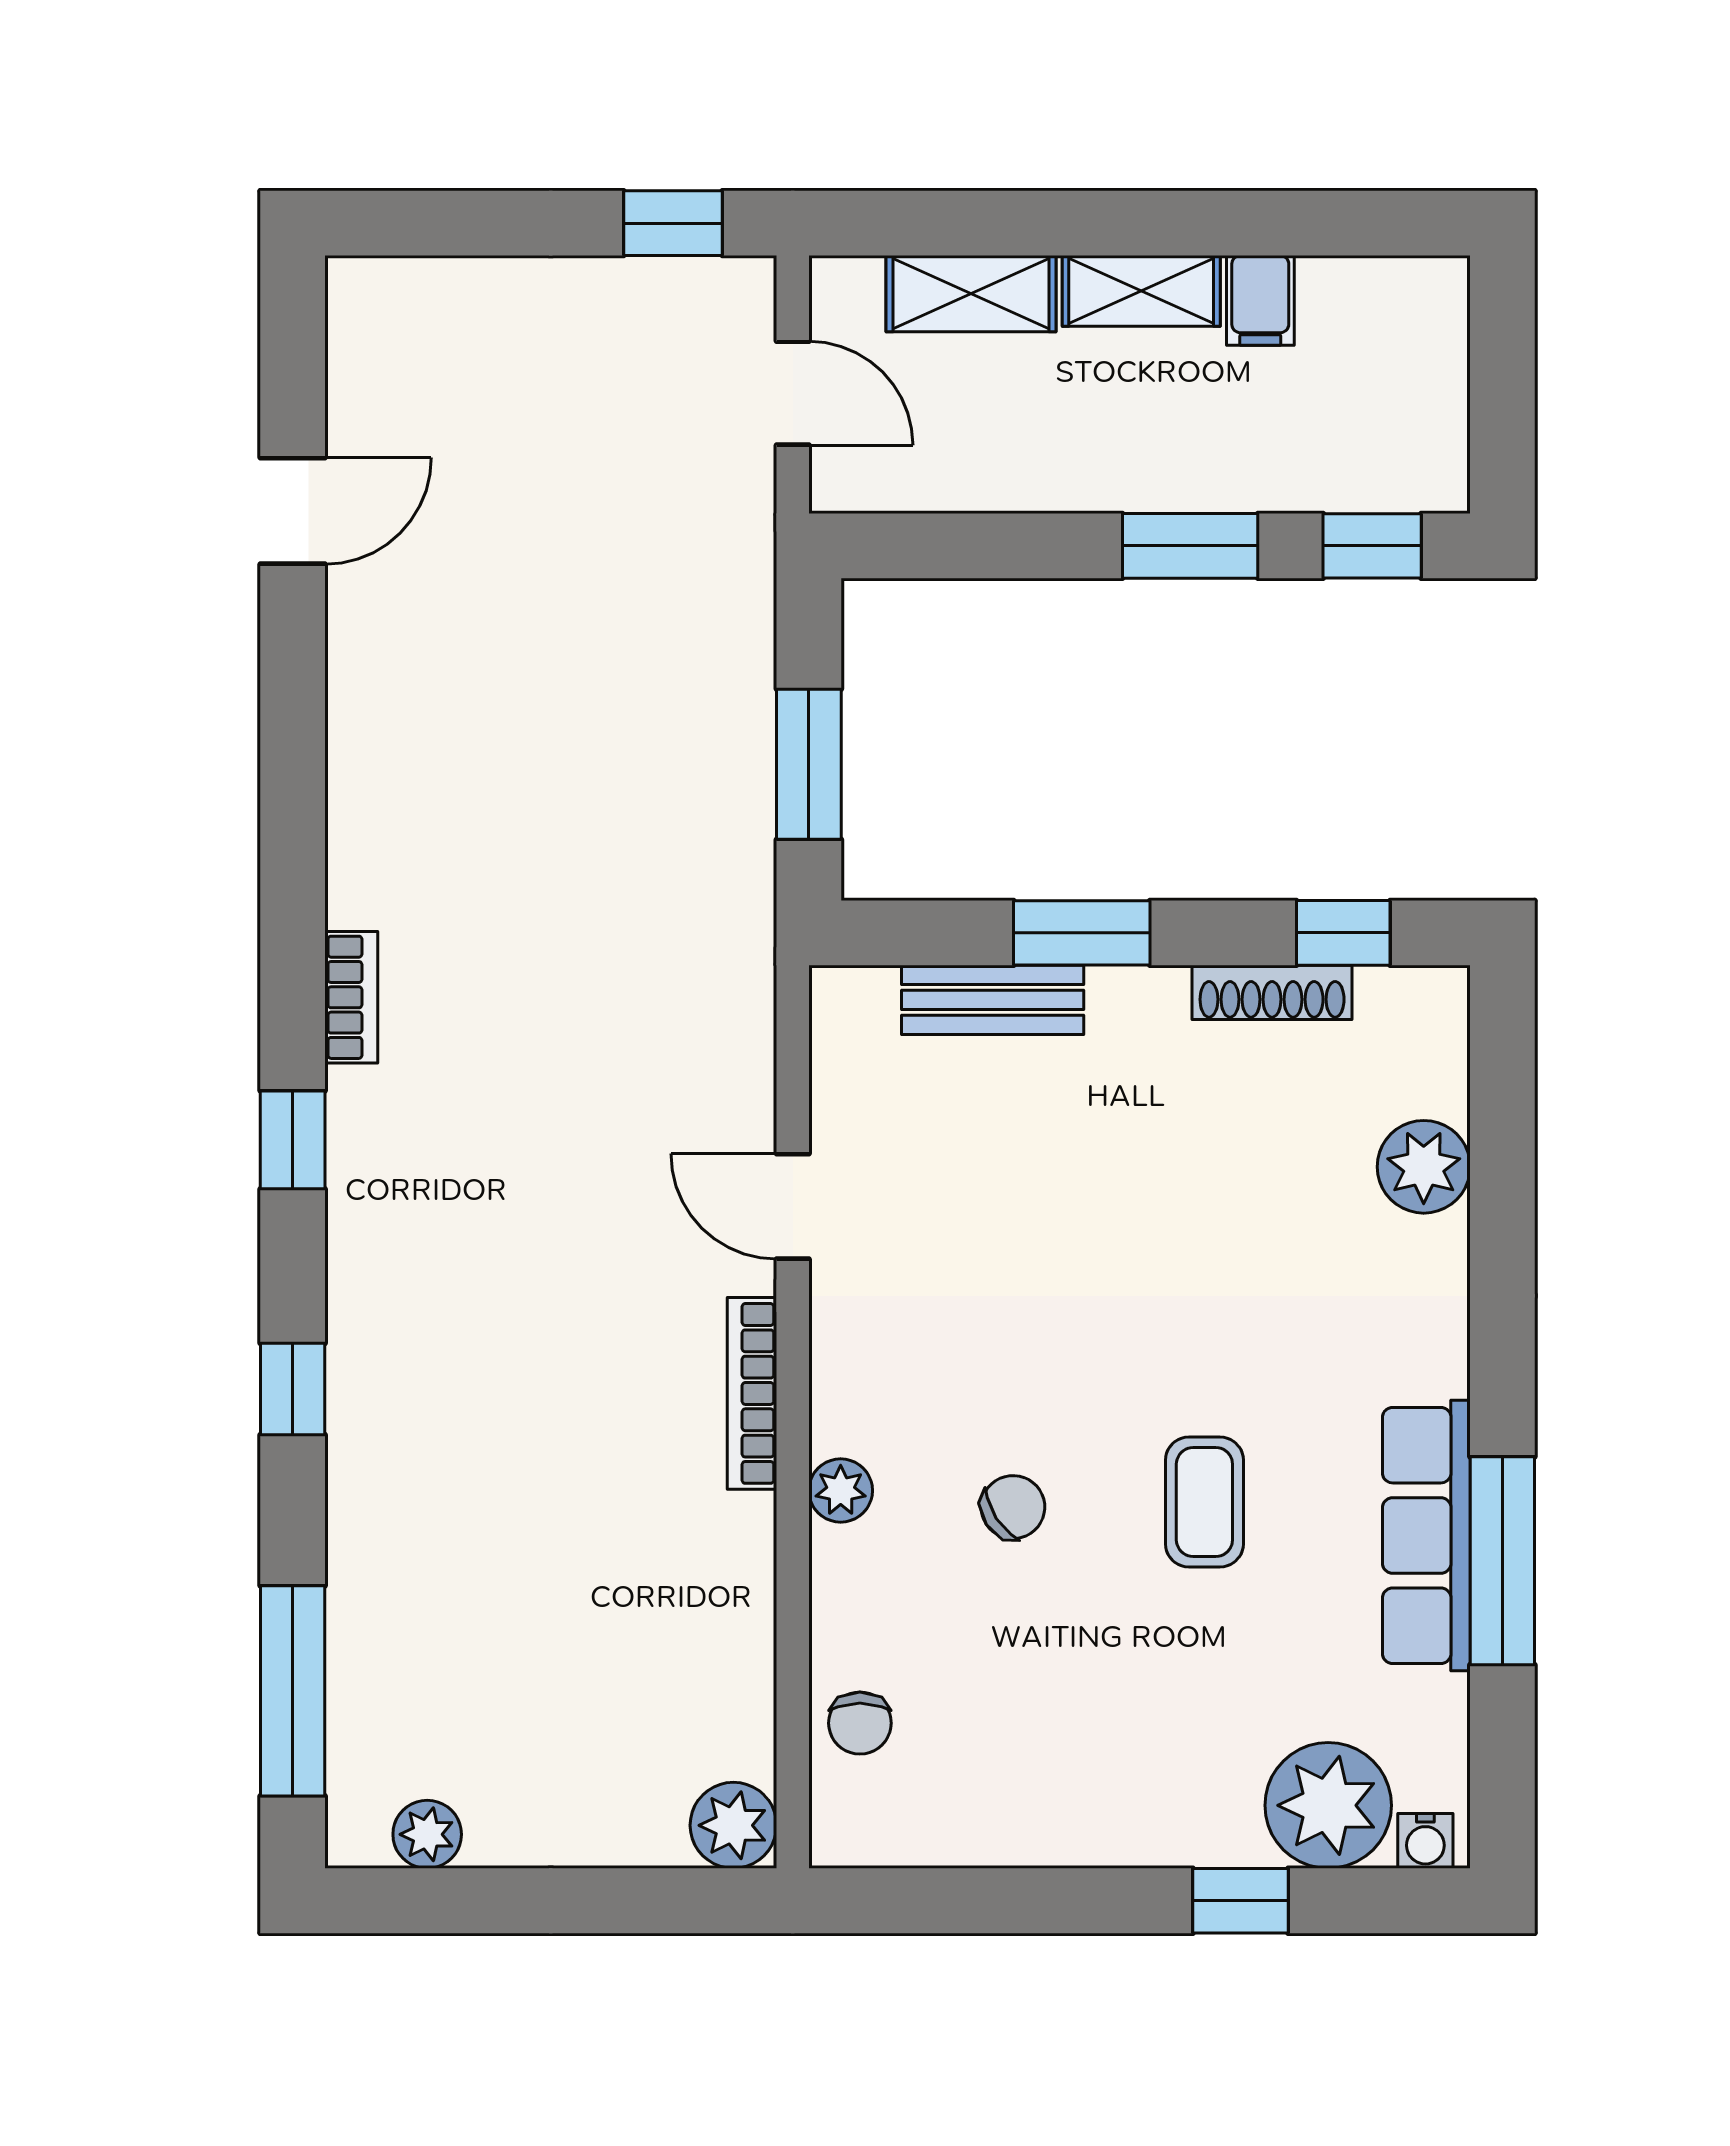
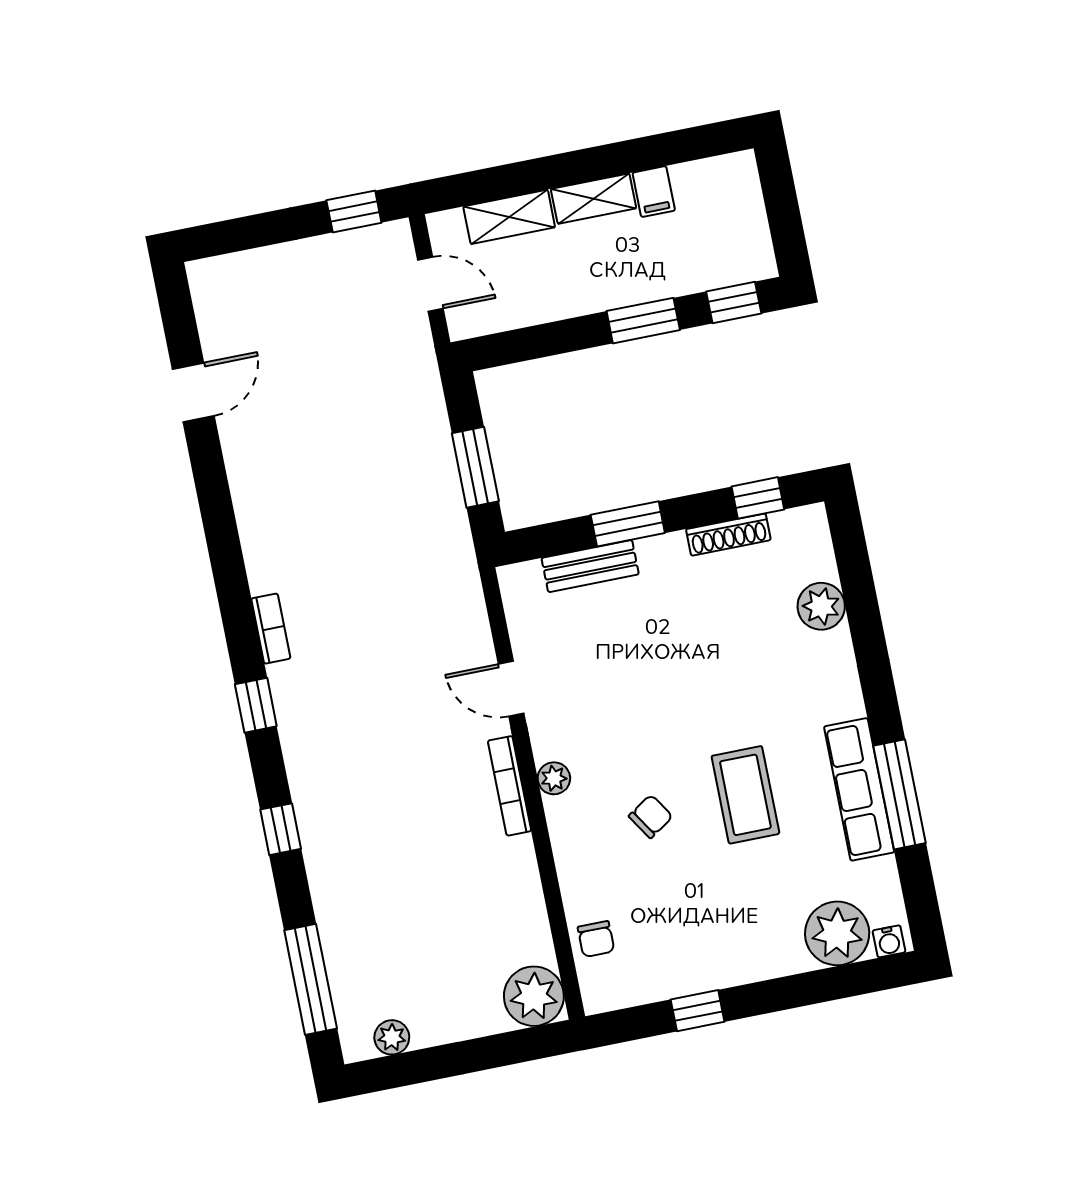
plant: (841, 1491) -> (554, 778), moved
coffee table: (1204, 1502) -> (745, 795), width x1.36, depth x1.30
plant: (733, 1825) -> (534, 996), width x1.36, depth x1.36
window: (1241, 1901) -> (698, 1011), moved

